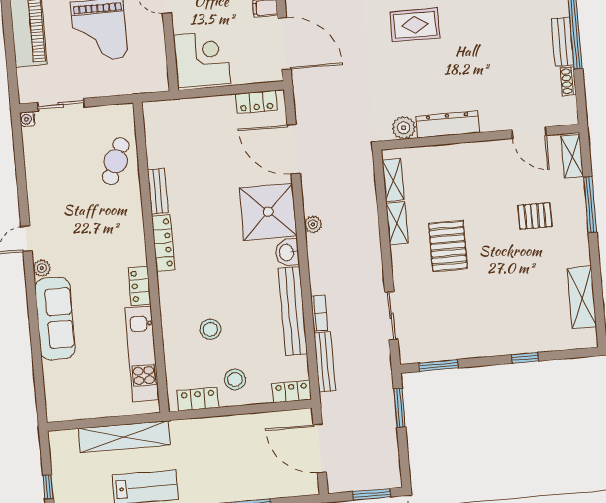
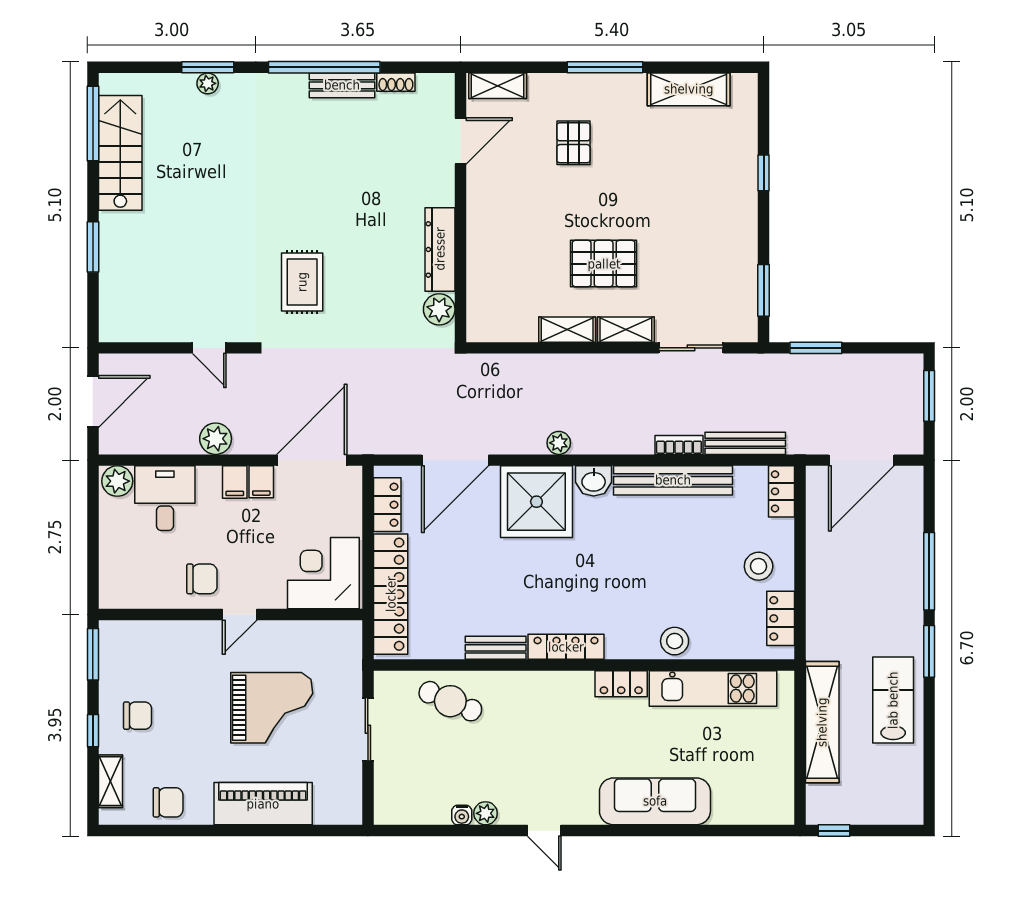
sliding door: (61, 105) -> (368, 729), moved
locker: (191, 110) -> (391, 594), added
water cooler: (27, 119) -> (462, 815), moved
shelving: (393, 180) -> (626, 330), moved
window: (590, 204) -> (605, 67), moved
plant: (42, 268) -> (486, 813), moved
stool: (210, 329) -> (675, 641), moved
window: (48, 487) -> (834, 831), moved

